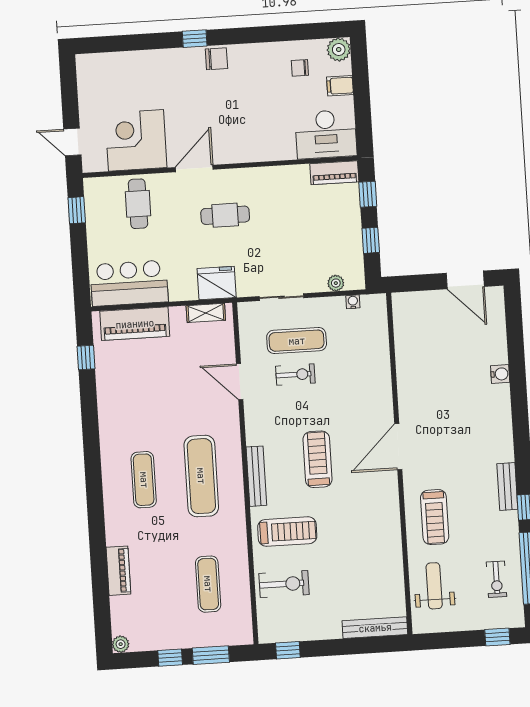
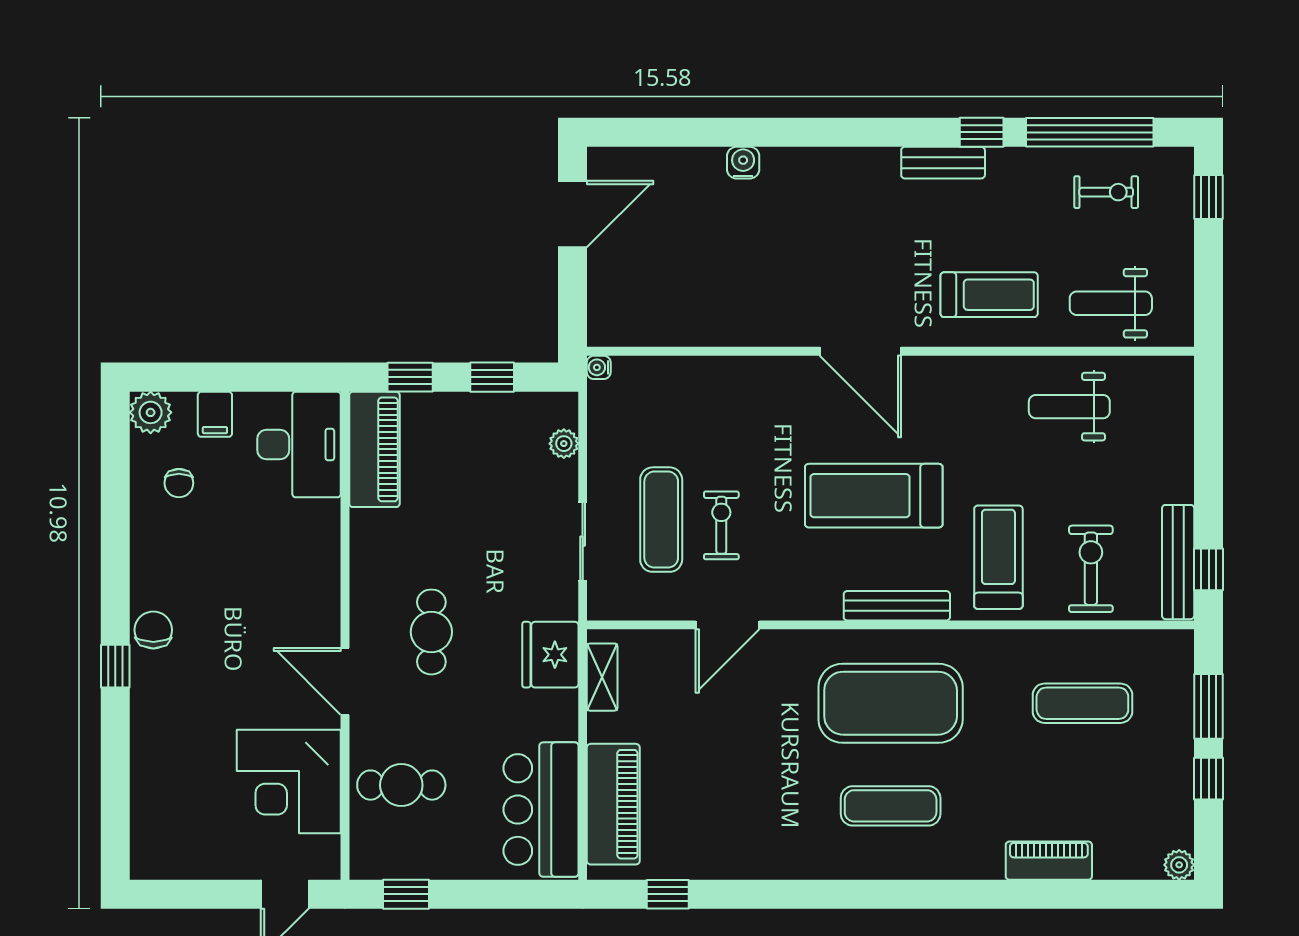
piano: (334, 173) -> (374, 449), width x1.37, depth x1.33
water cooler: (353, 302) -> (599, 367), moved
treadmill: (317, 459) -> (874, 496), width x1.37, depth x1.38
exercise mat: (201, 476) -> (891, 703), width x1.47
weight bench: (375, 566) -> (1069, 407), added
bench: (375, 628) -> (1178, 562), moved

